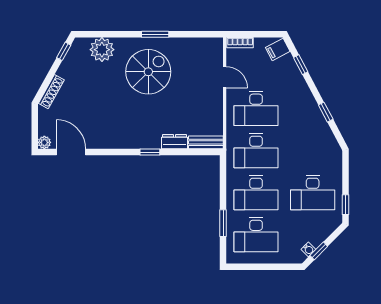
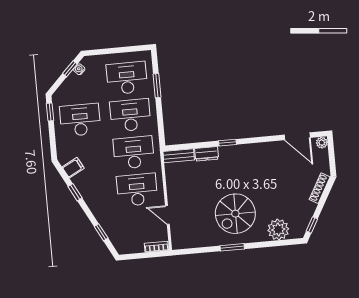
filing cabinet: (278, 49) -> (73, 168), moved

